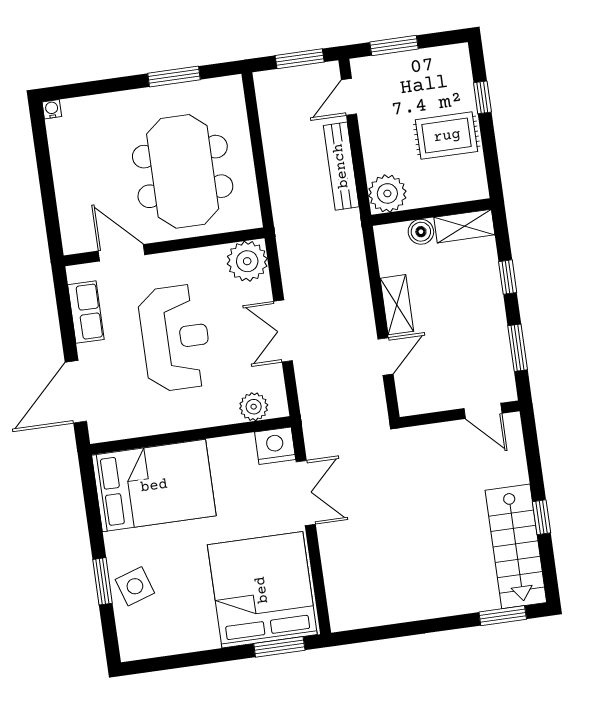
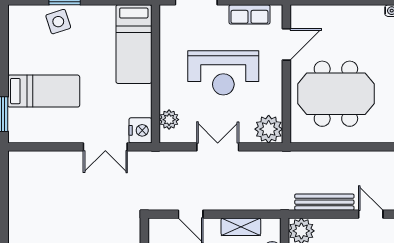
shelving: (397, 305) -> (241, 227), moved
bed: (154, 486) -> (134, 44), width x0.67
bed: (262, 590) -> (44, 91), width x0.49

